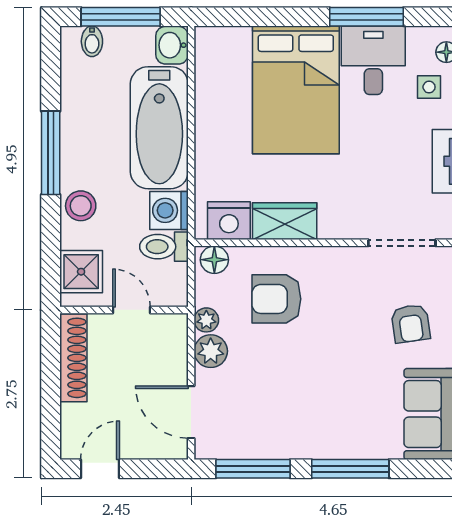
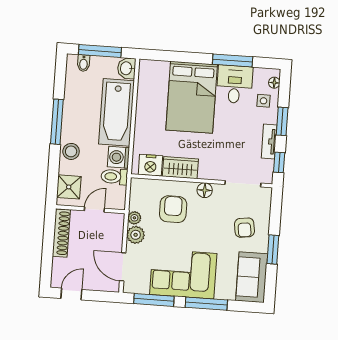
floor lamp: (214, 260) -> (205, 190), moved
armchair: (276, 299) -> (173, 209), turned 90
door: (131, 310) -> (94, 210), hinge flipped
corner sofa: (304, 417) -> (183, 274), added

